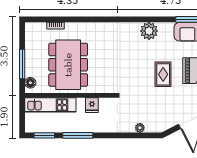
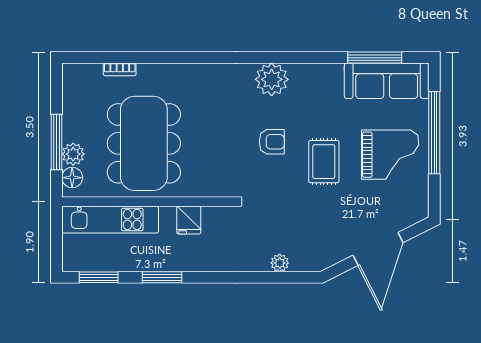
plant: (149, 31) -> (272, 79), moved
armchair: (136, 64) -> (272, 142), added
plant: (31, 70) -> (73, 154), added
window: (78, 135) -> (162, 277), width x0.69

